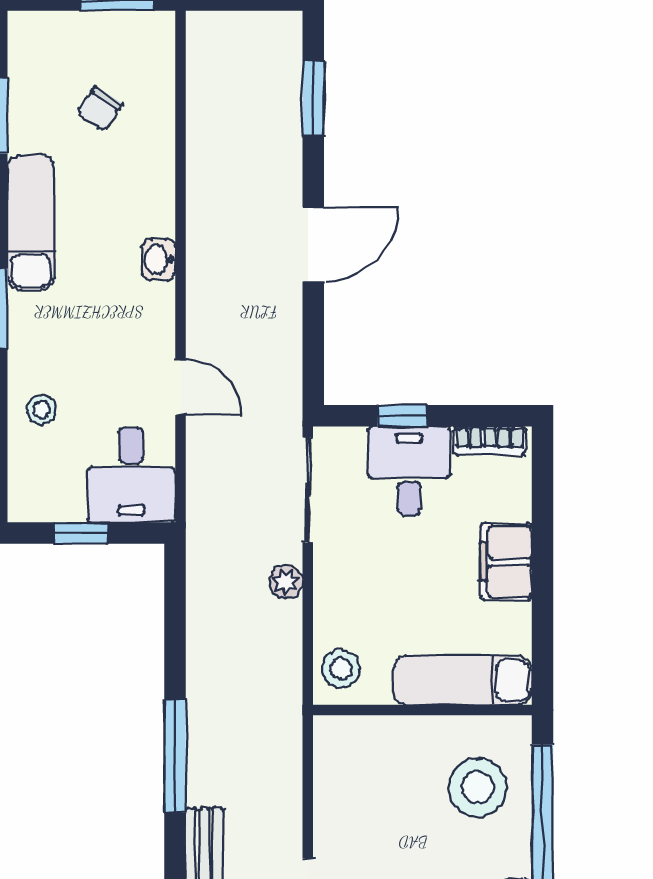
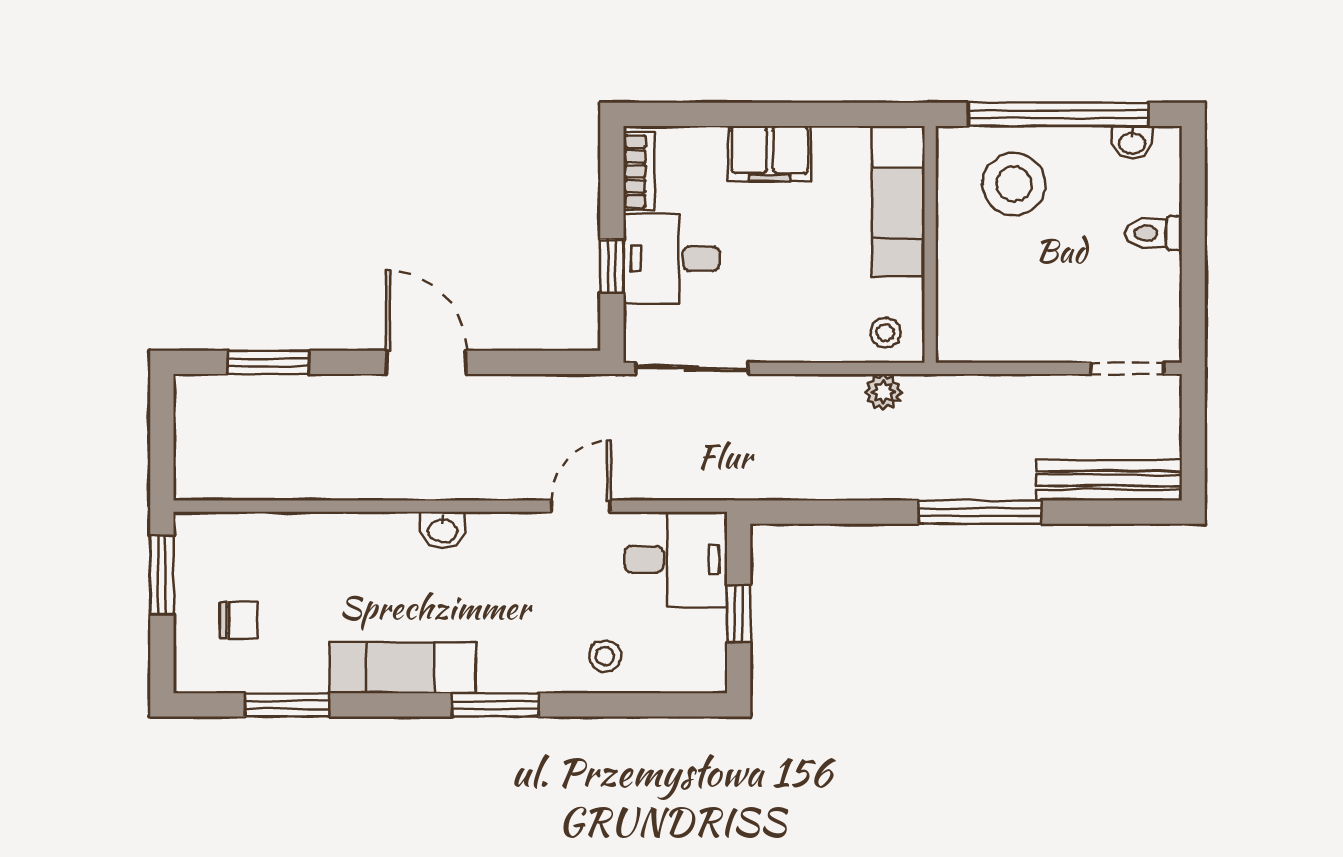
chair: (100, 109) -> (239, 620), moved, turned -33
plant: (286, 582) -> (884, 392), moved
stool: (341, 669) -> (885, 333), width x0.73, depth x0.73

